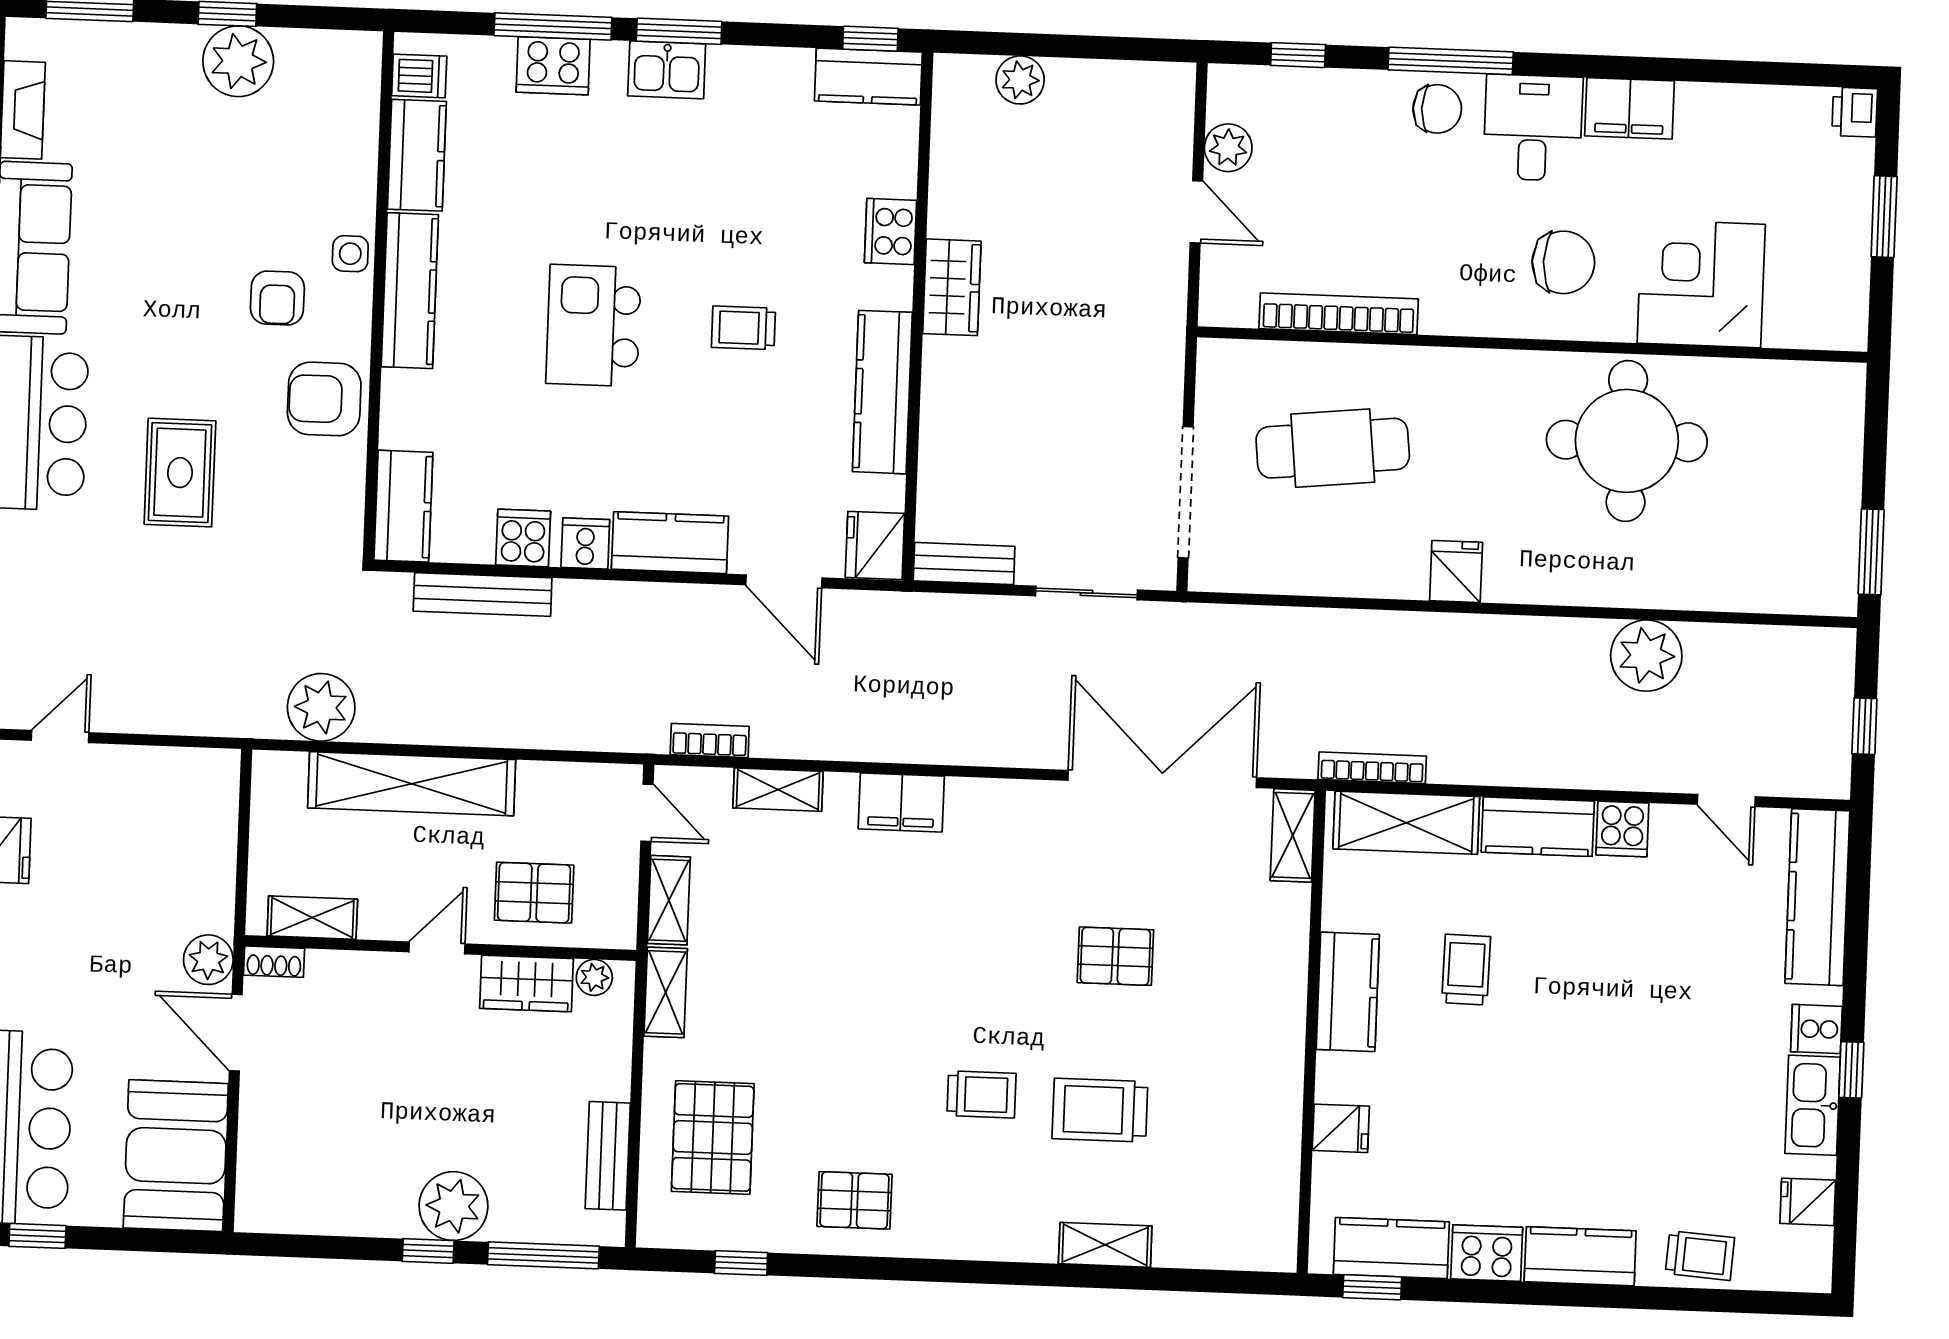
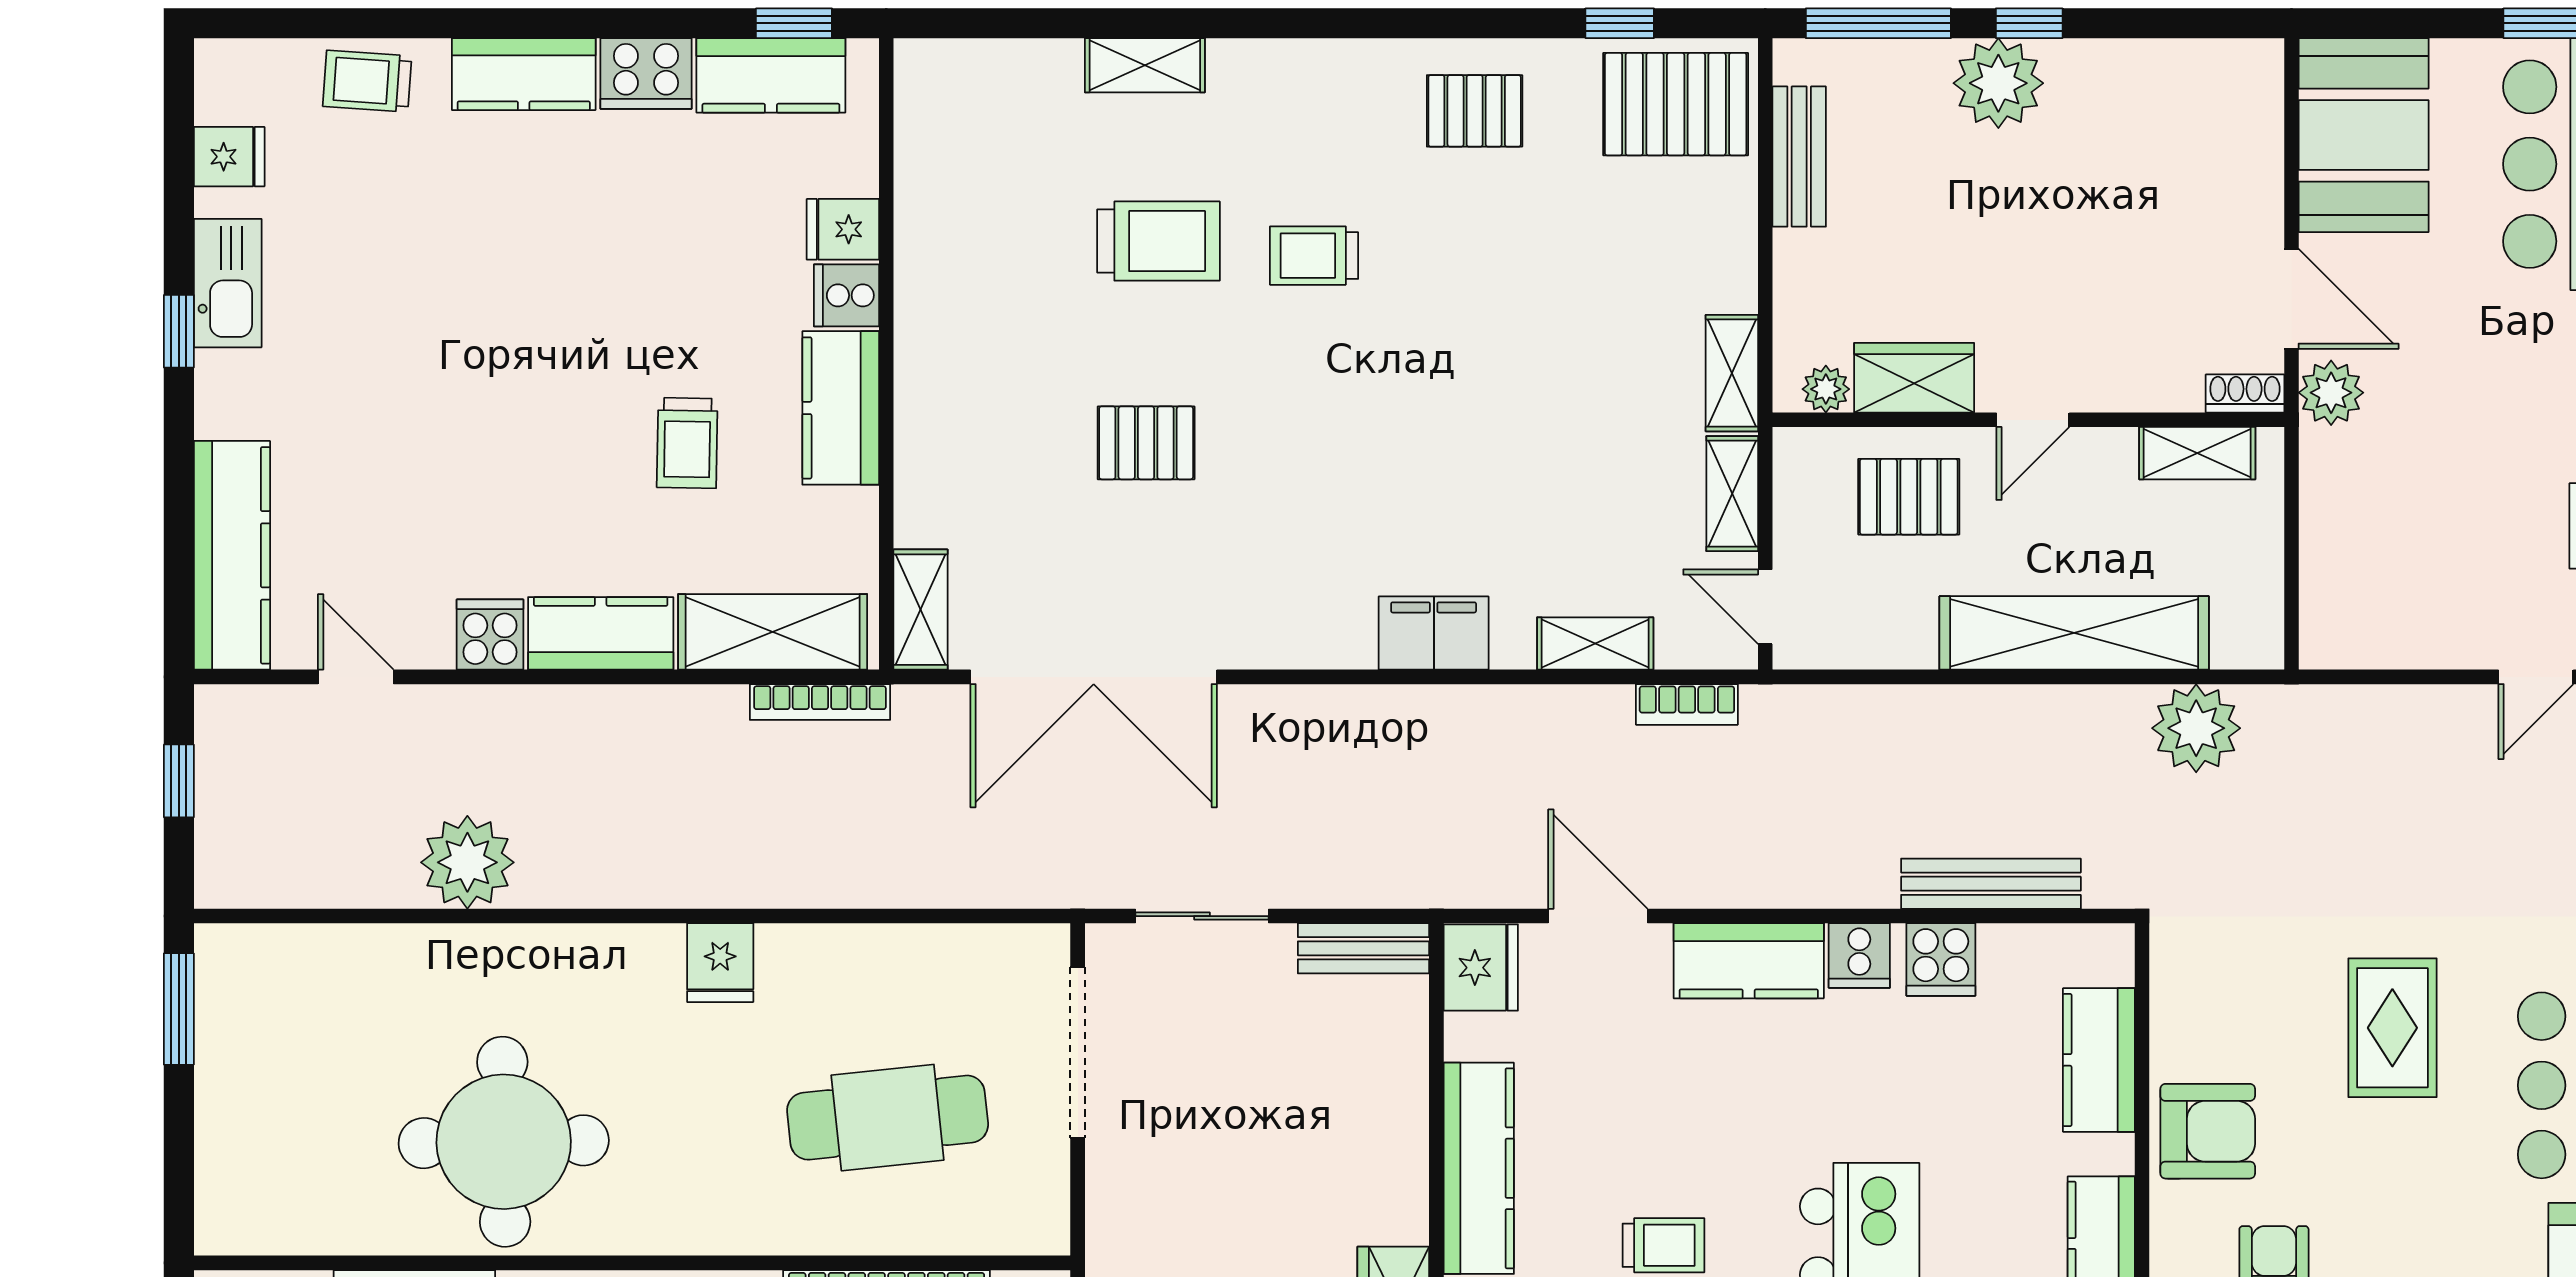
kitchen counter: (403, 506) -> (2099, 1060), moved
cooker: (1816, 1029) -> (846, 295), moved, turned 180
pallet: (713, 1137) -> (1676, 104), moved, turned 90

